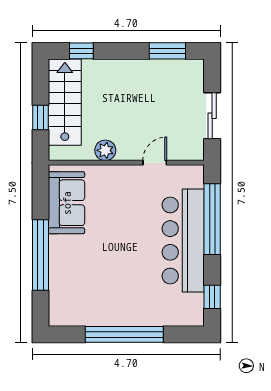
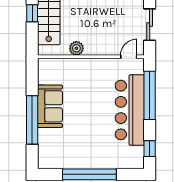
window: (41, 118) -> (32, 13), moved
door: (155, 163) -> (129, 57), moved
sofa: (67, 203) -> (50, 106), moved

